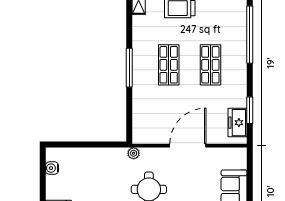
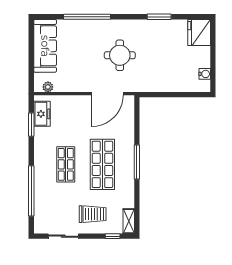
shop shelf: (169, 65) -> (102, 164), width x1.43, depth x1.36
door: (188, 146) -> (107, 94), moved
plant: (134, 153) -> (48, 87), moved

